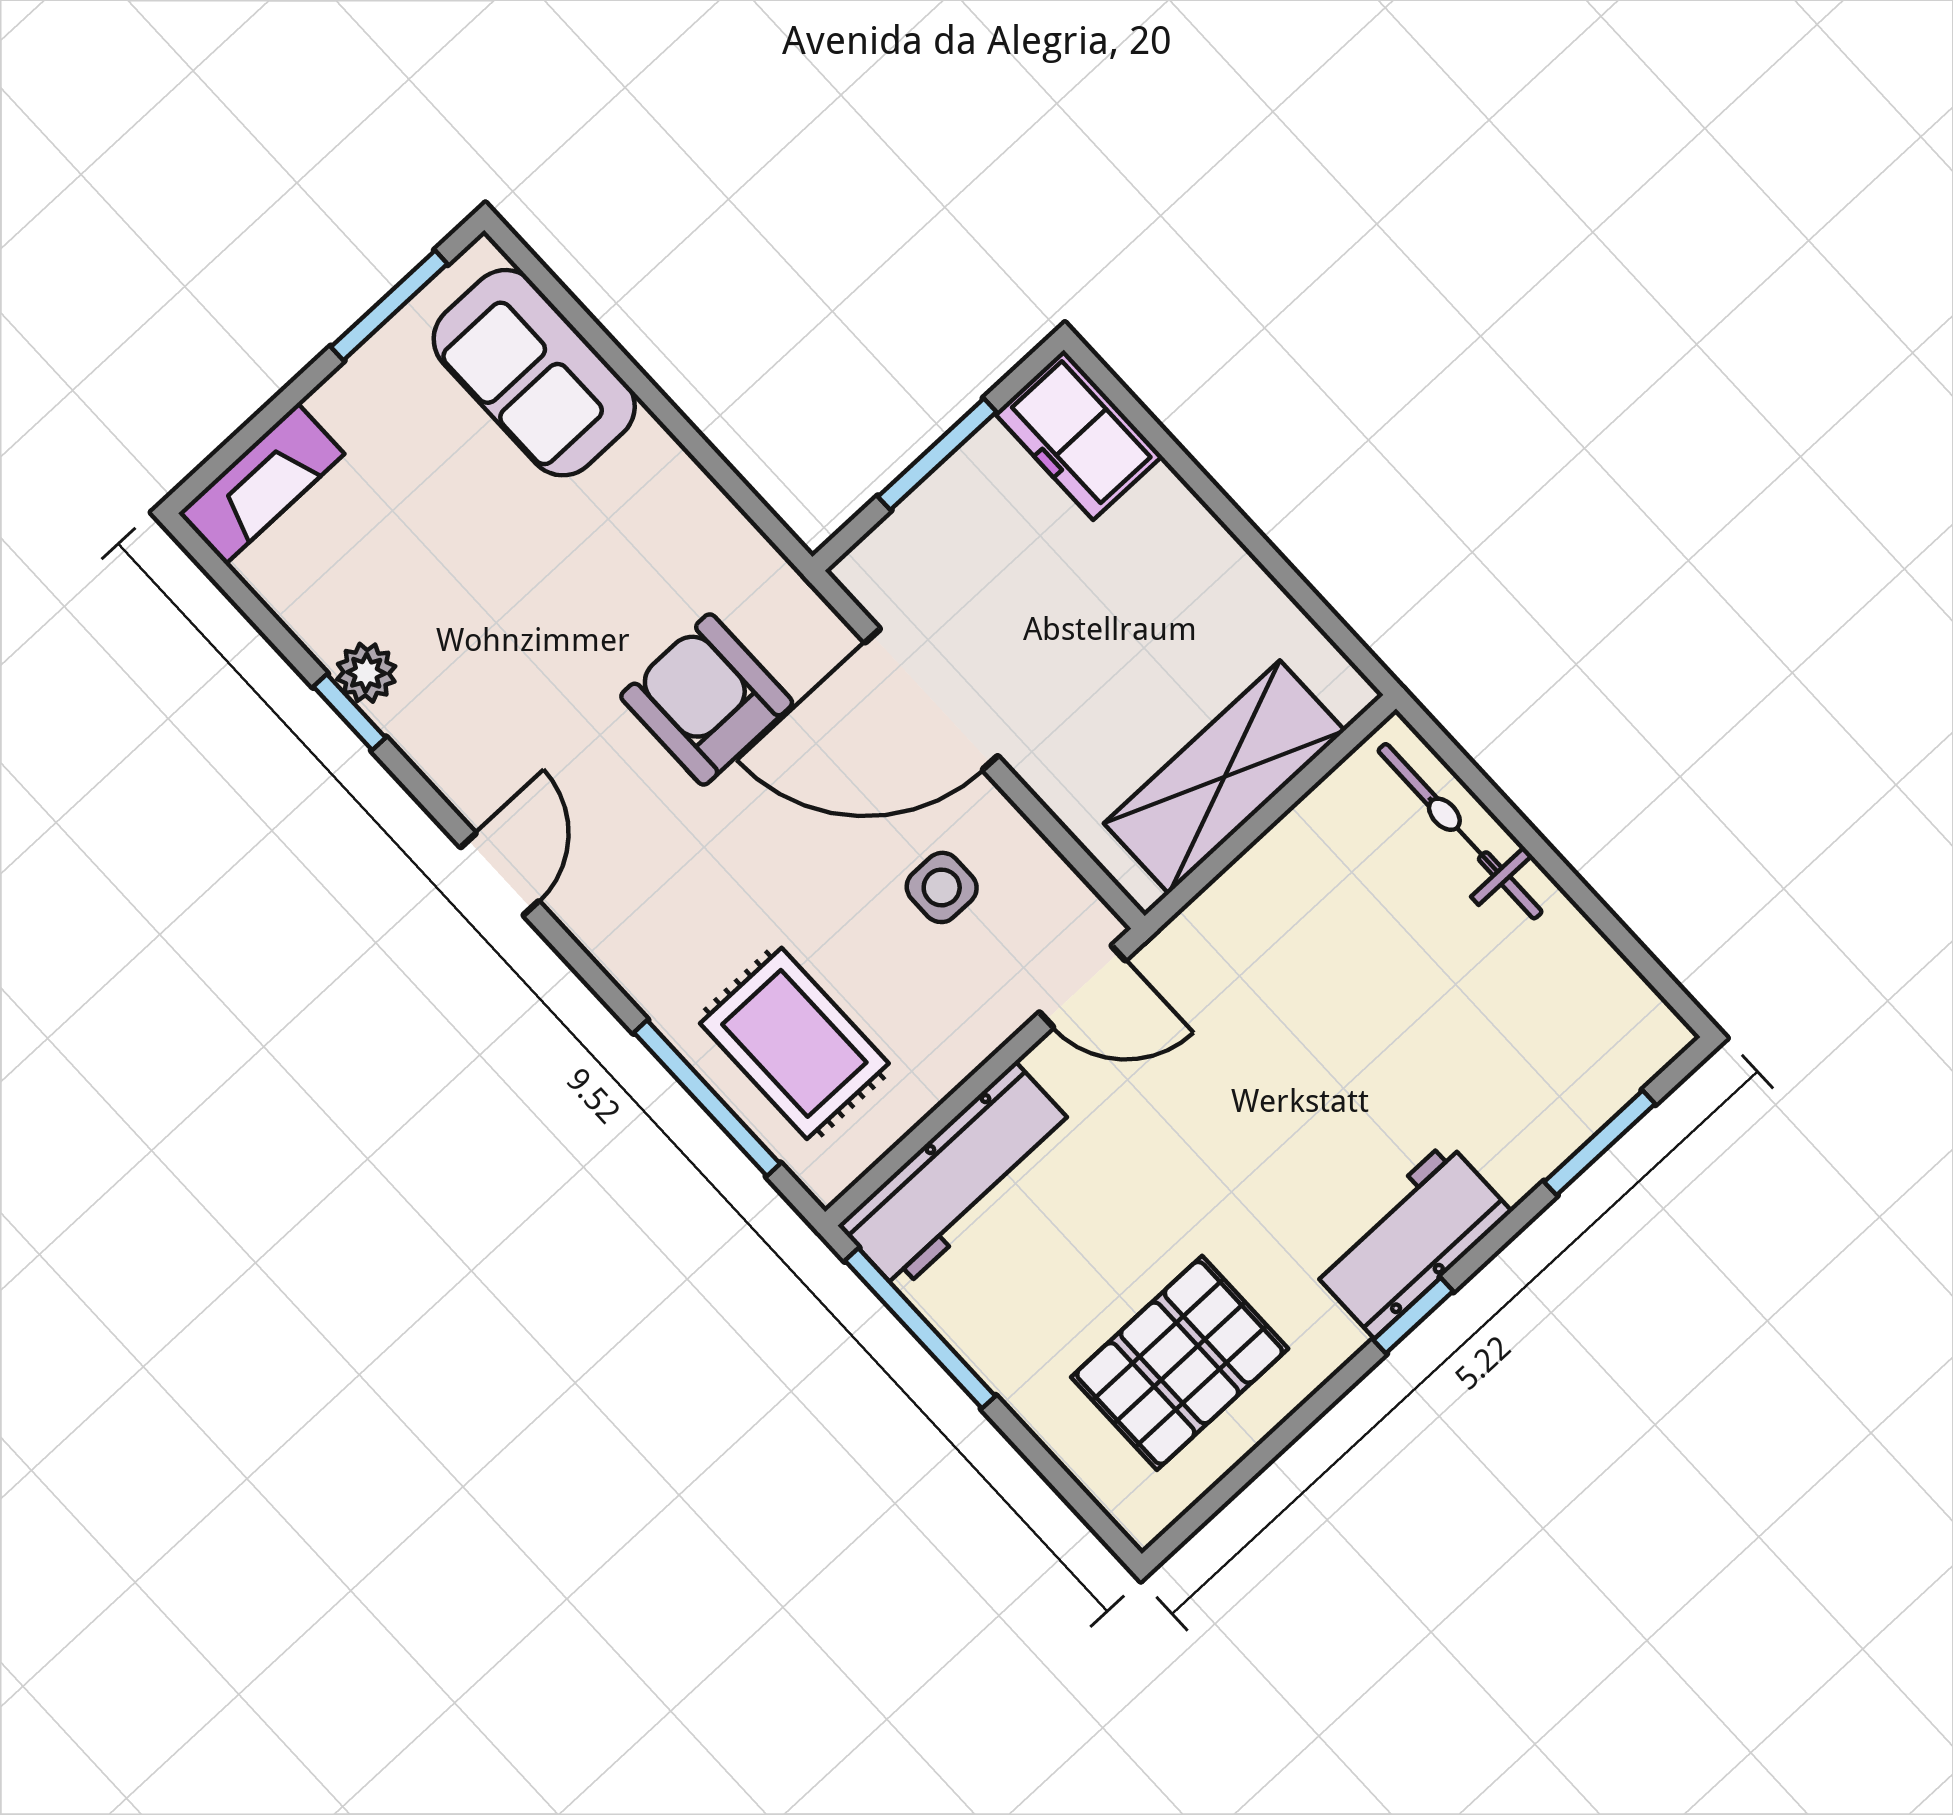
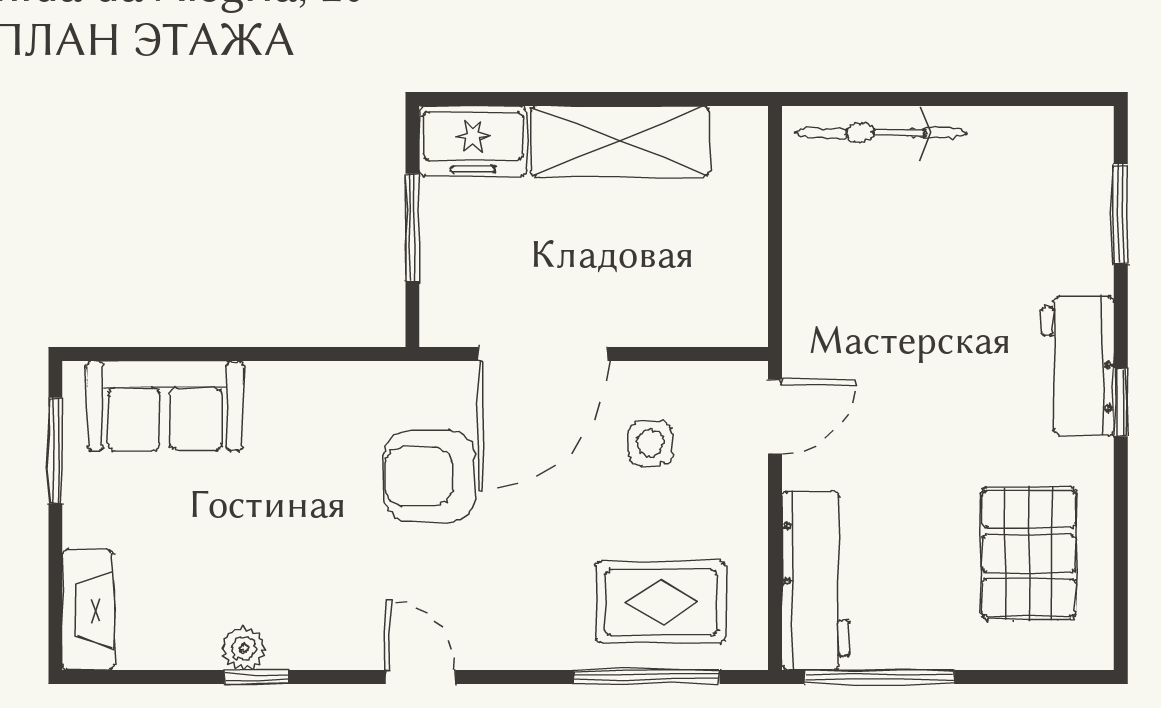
shelving: (1224, 777) -> (620, 141), moved, turned 90

